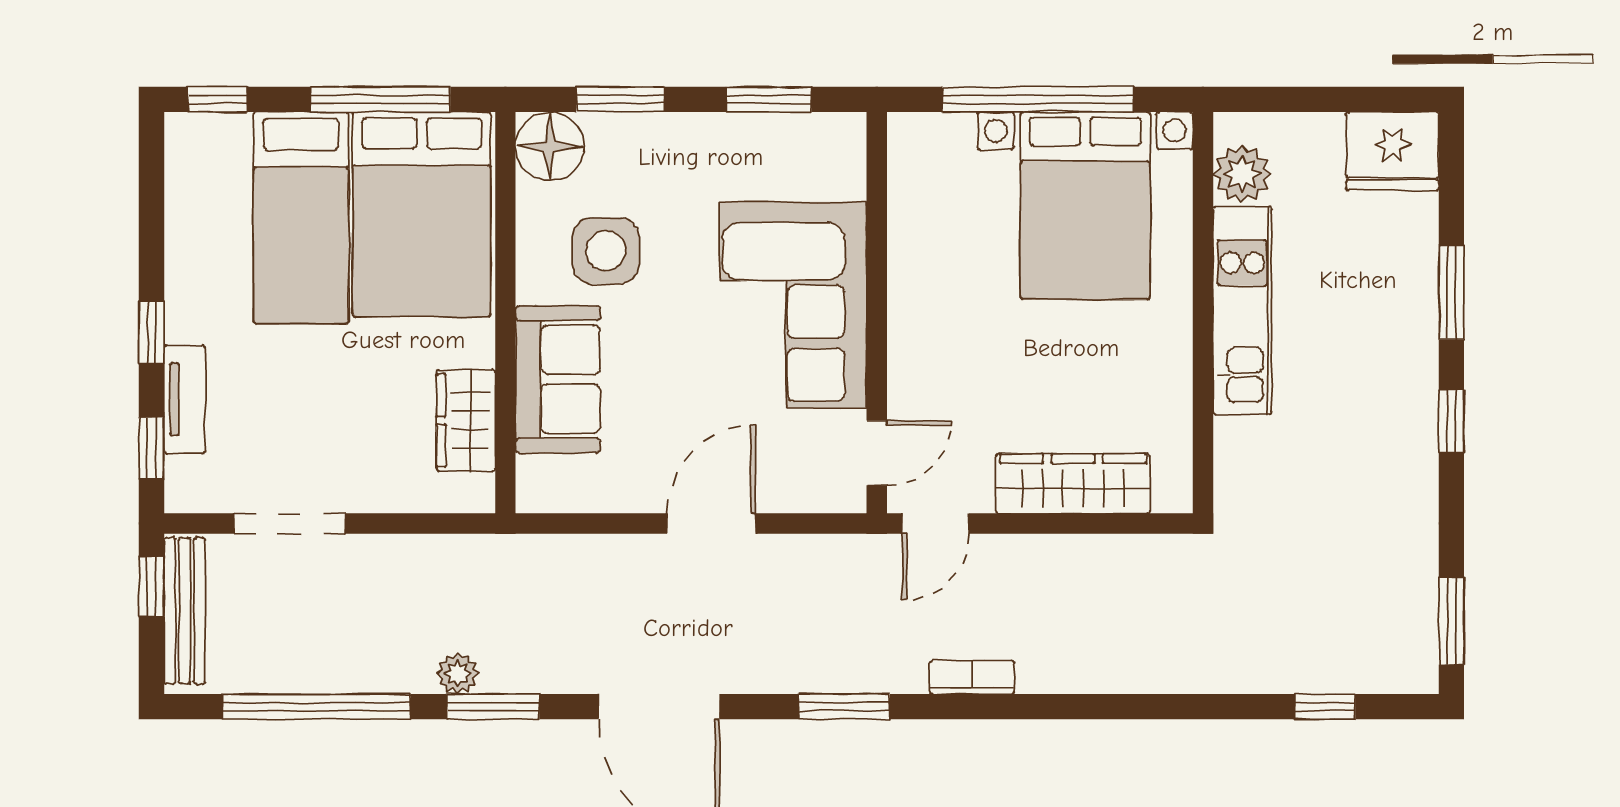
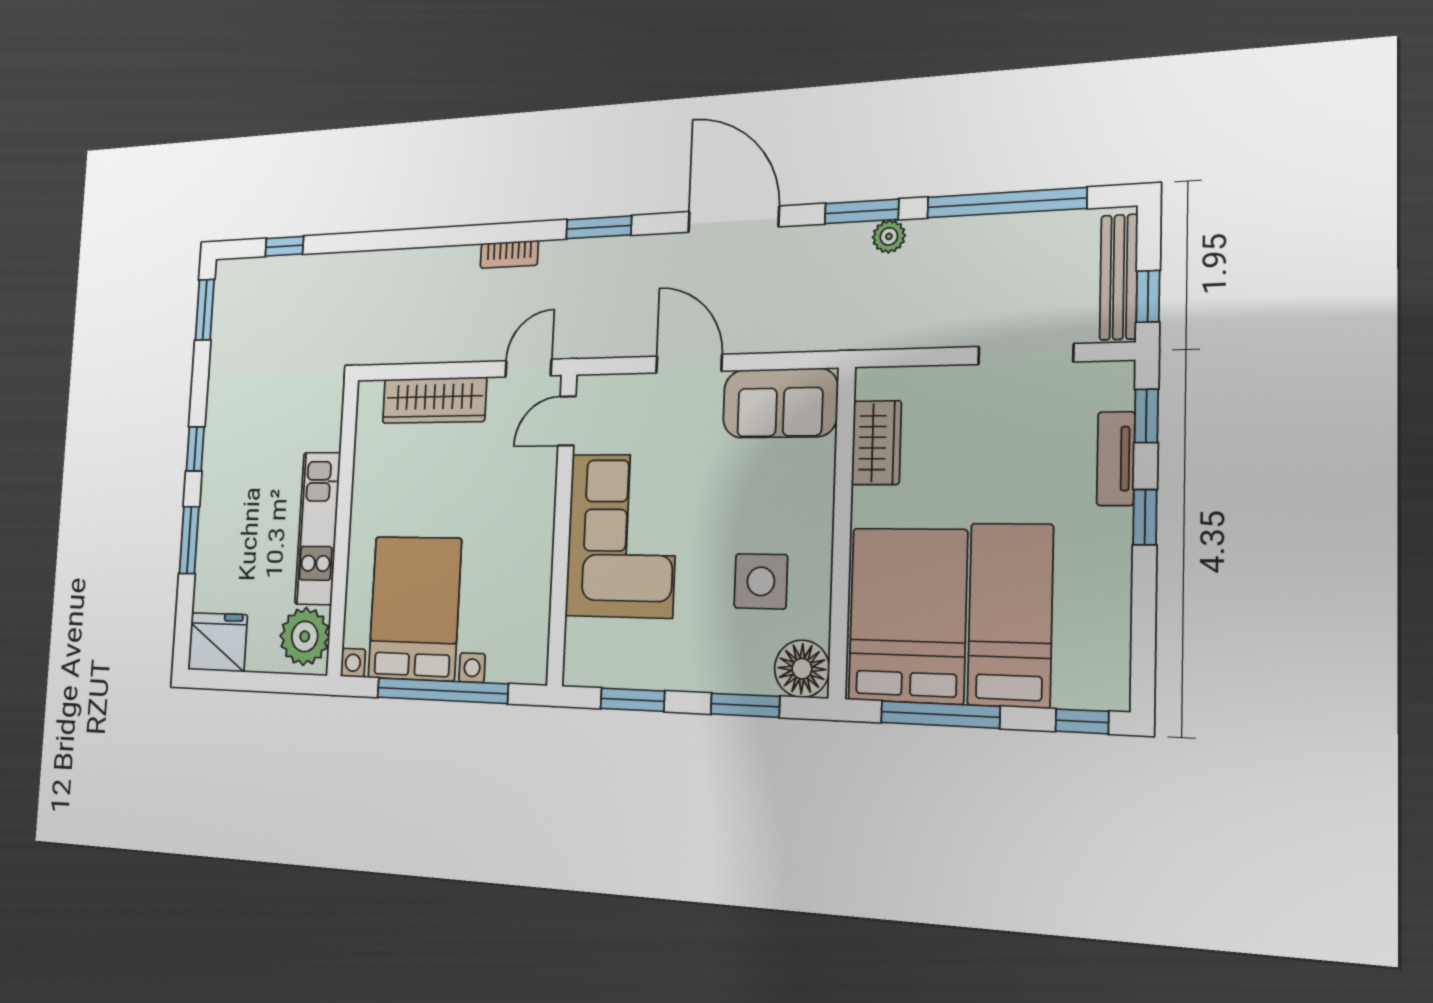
plant: (1242, 174) -> (305, 636), width x1.36, depth x1.36
sofa: (558, 379) -> (780, 403), moved, turned -90
door: (711, 523) -> (689, 364), swing flipped

